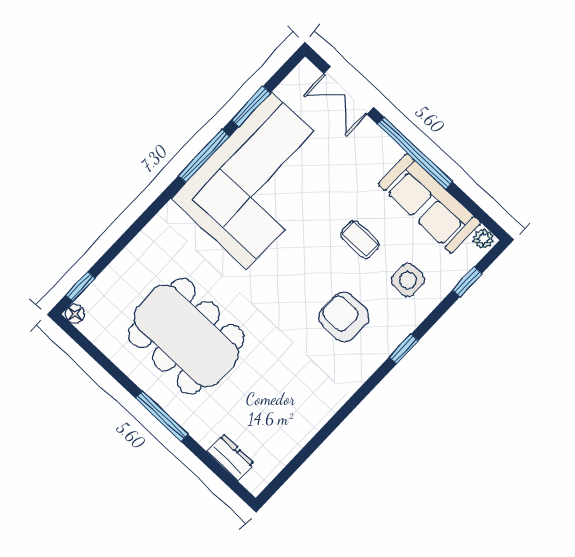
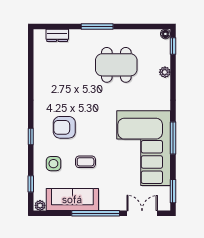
window: (251, 106) -> (173, 191), moved
plant: (127, 260) -> (165, 72), added
armchair: (344, 317) -> (64, 127), turned 180
dining table: (186, 336) -> (116, 65), width x0.73, depth x0.80

